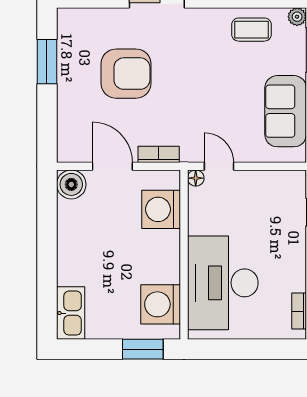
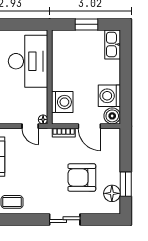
floor lamp: (72, 45) -> (112, 193), added
washing machine: (161, 304) -> (109, 96), moved, turned 180
window: (143, 349) -> (86, 24), moved

